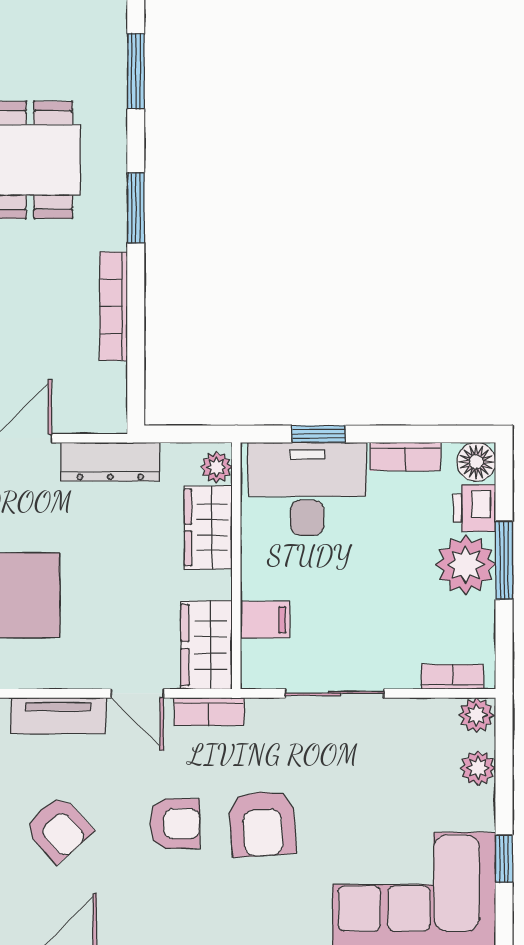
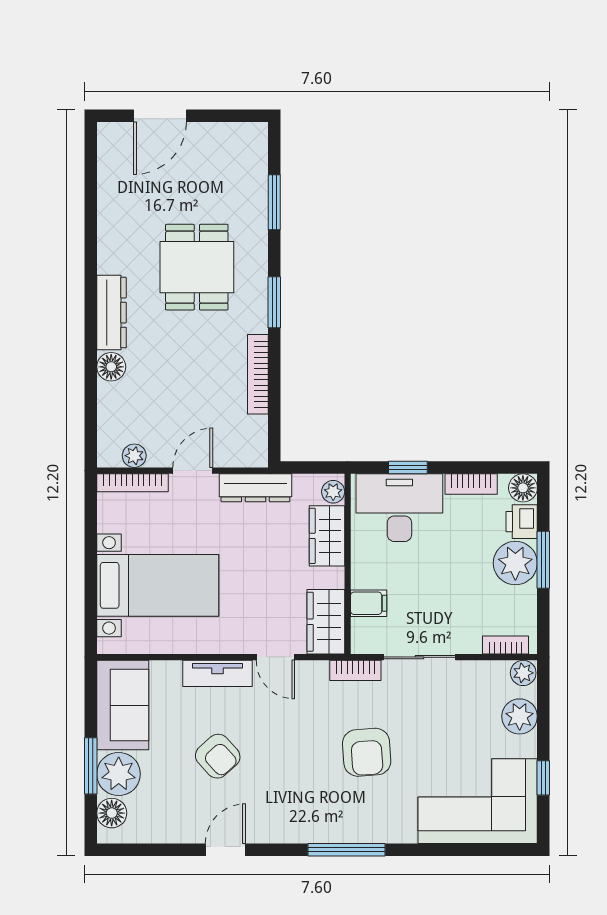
bookcase: (209, 712) -> (355, 670), moved
plant: (478, 768) -> (520, 716), width x1.38, depth x1.38
armchair: (175, 824) -> (303, 752), removed

